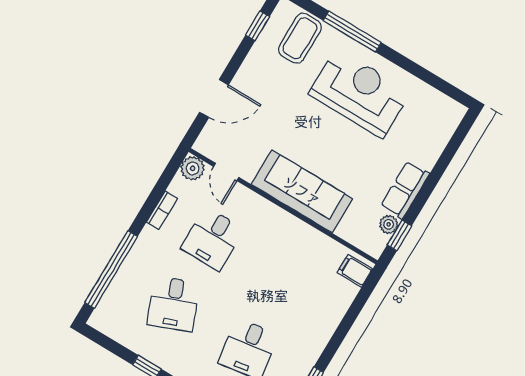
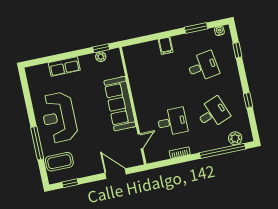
plant: (193, 168) -> (235, 138), moved
row of seats: (405, 190) -> (64, 66), moved
filing cabinet: (355, 271) -> (166, 46), moved

